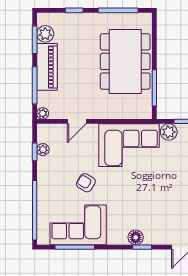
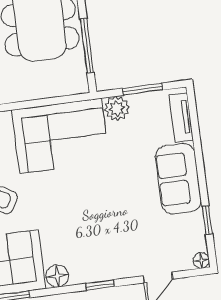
floor lamp: (136, 237) -> (57, 276), moved

